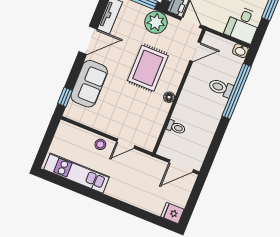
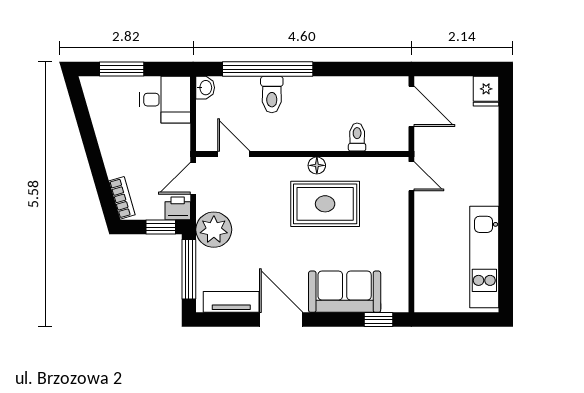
rug: (148, 68) -> (325, 204), moved
stool: (100, 144) -> (428, 239), removed
door: (126, 144) -> (411, 176), moved

